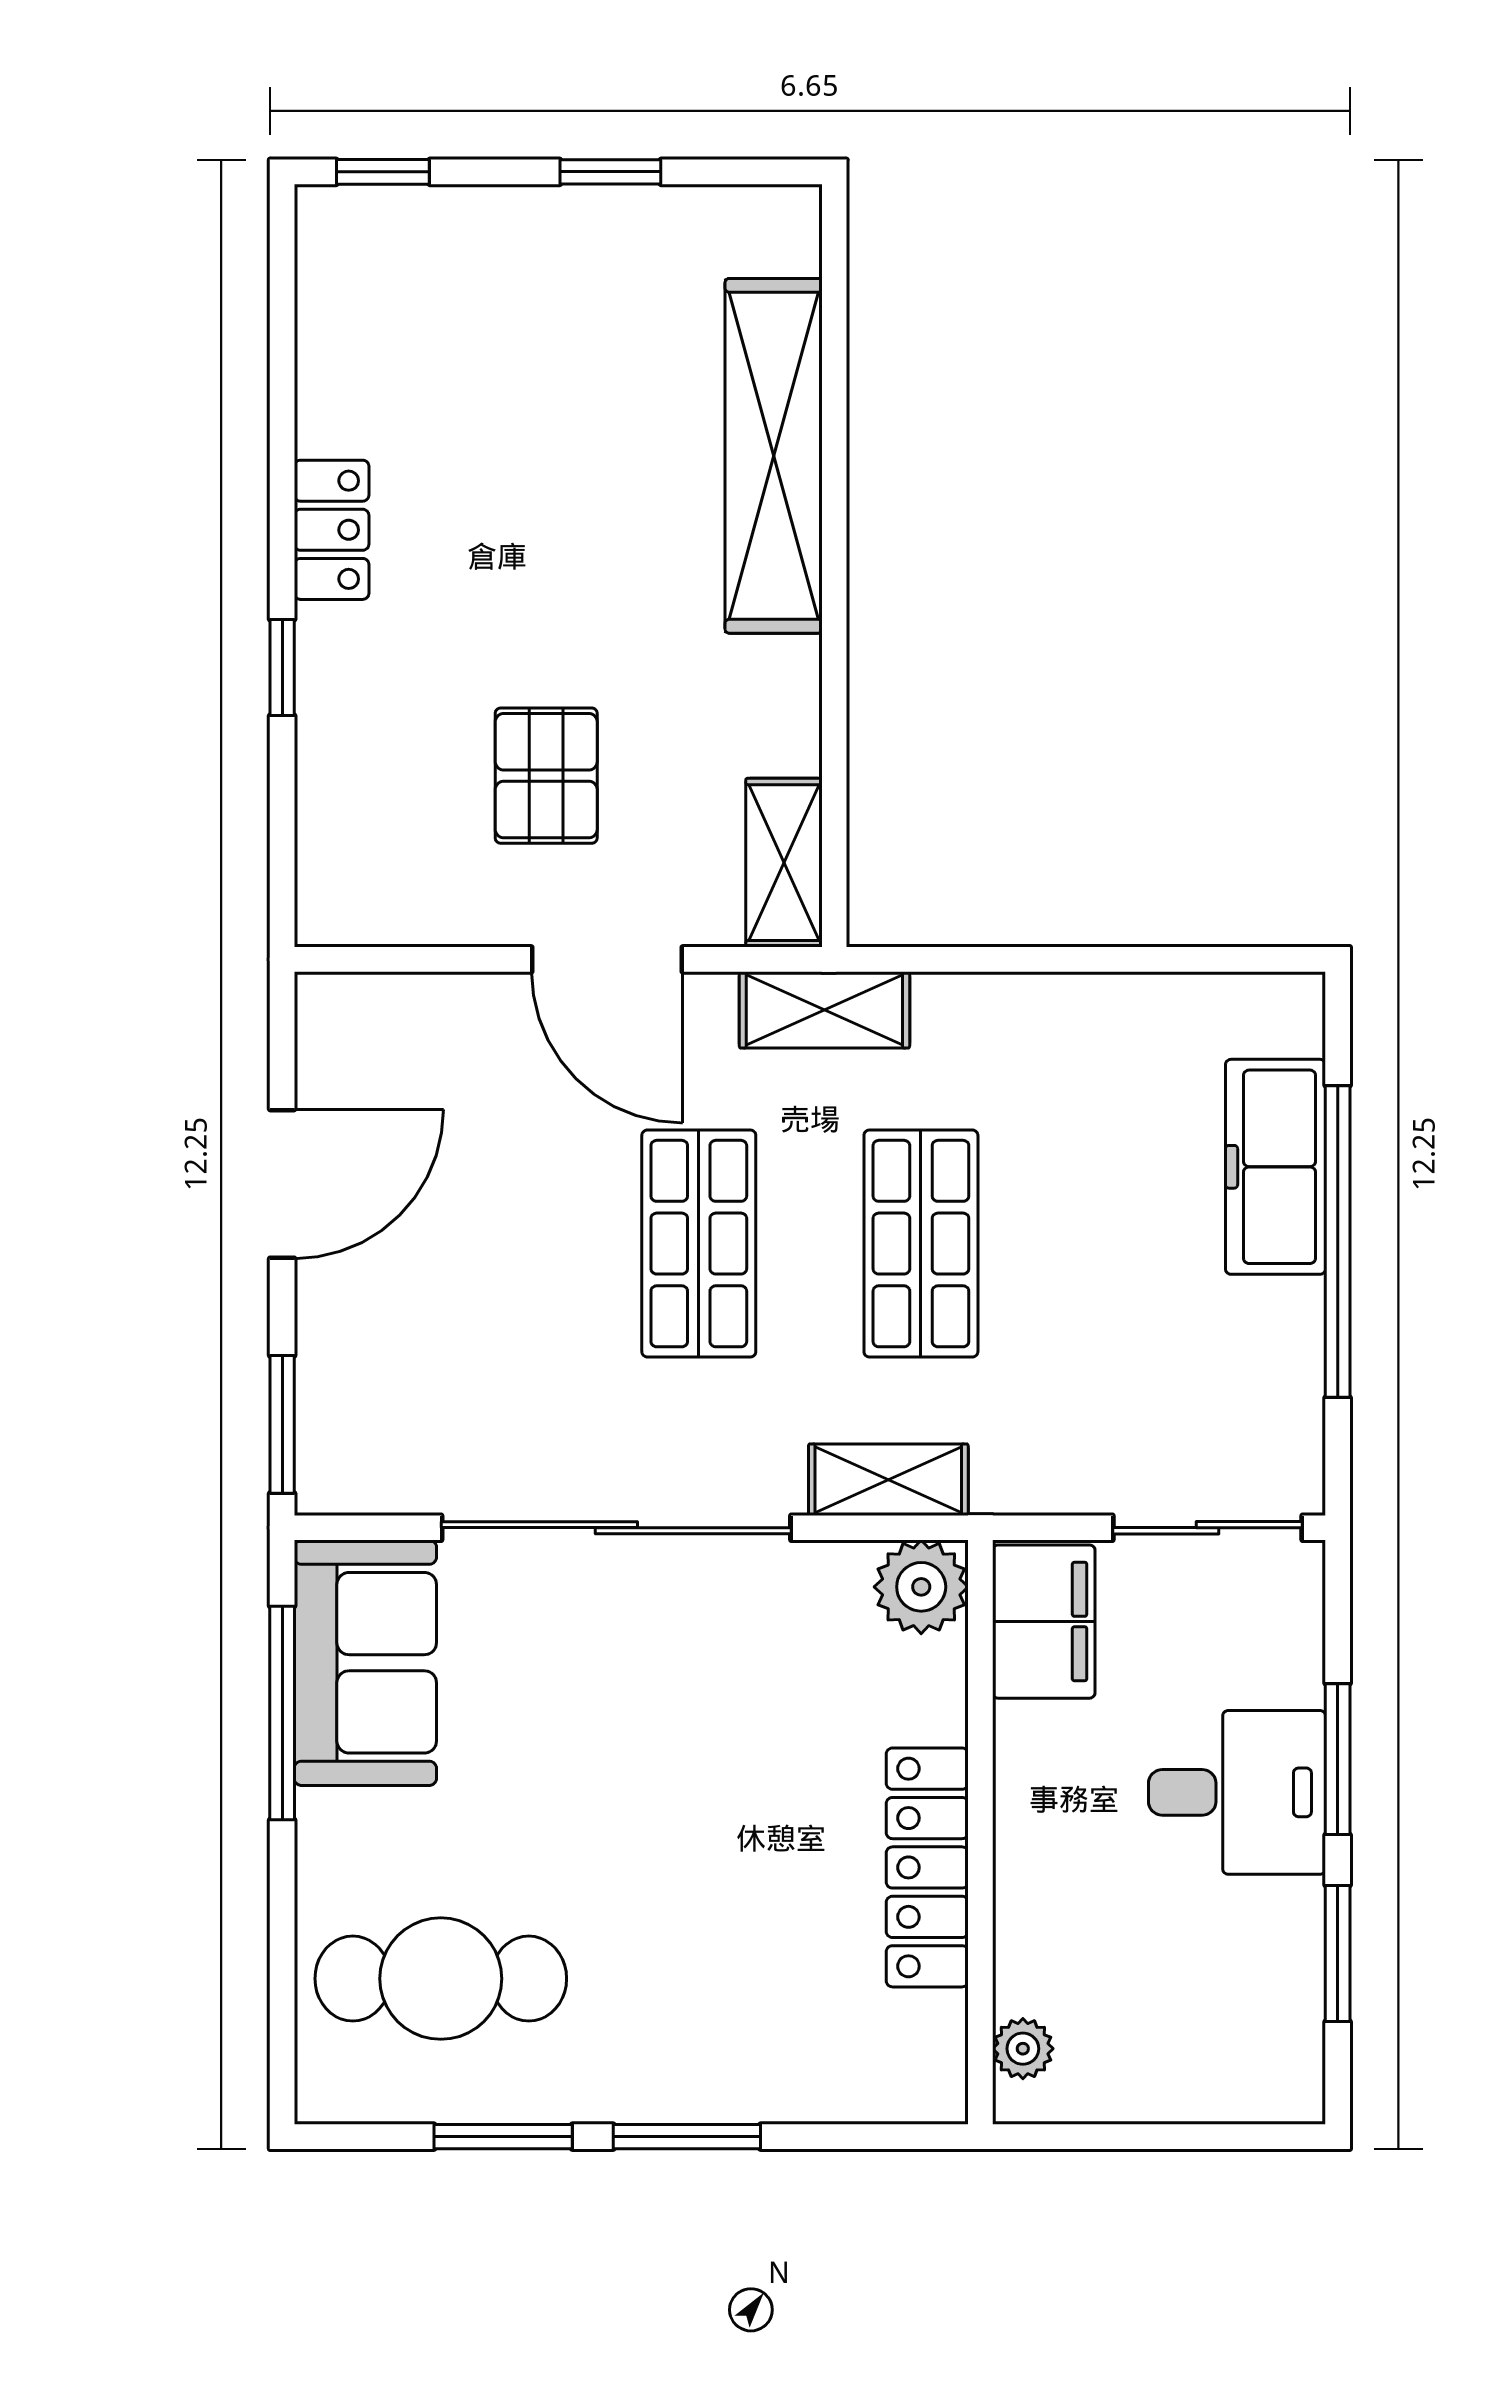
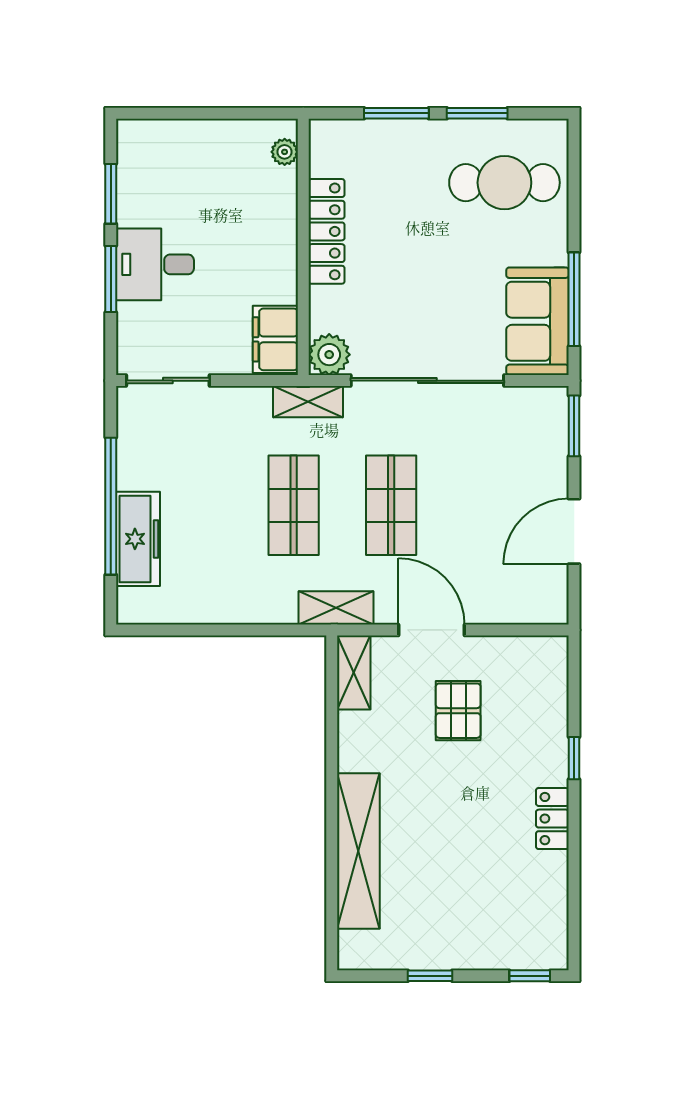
plant: (921, 1587) -> (329, 355), moved
filing cabinet: (1044, 1622) -> (275, 339), moved
wall: (980, 1832) -> (303, 247), moved
locker: (927, 1867) -> (327, 231), moved
plant: (1023, 2049) -> (285, 152), moved

